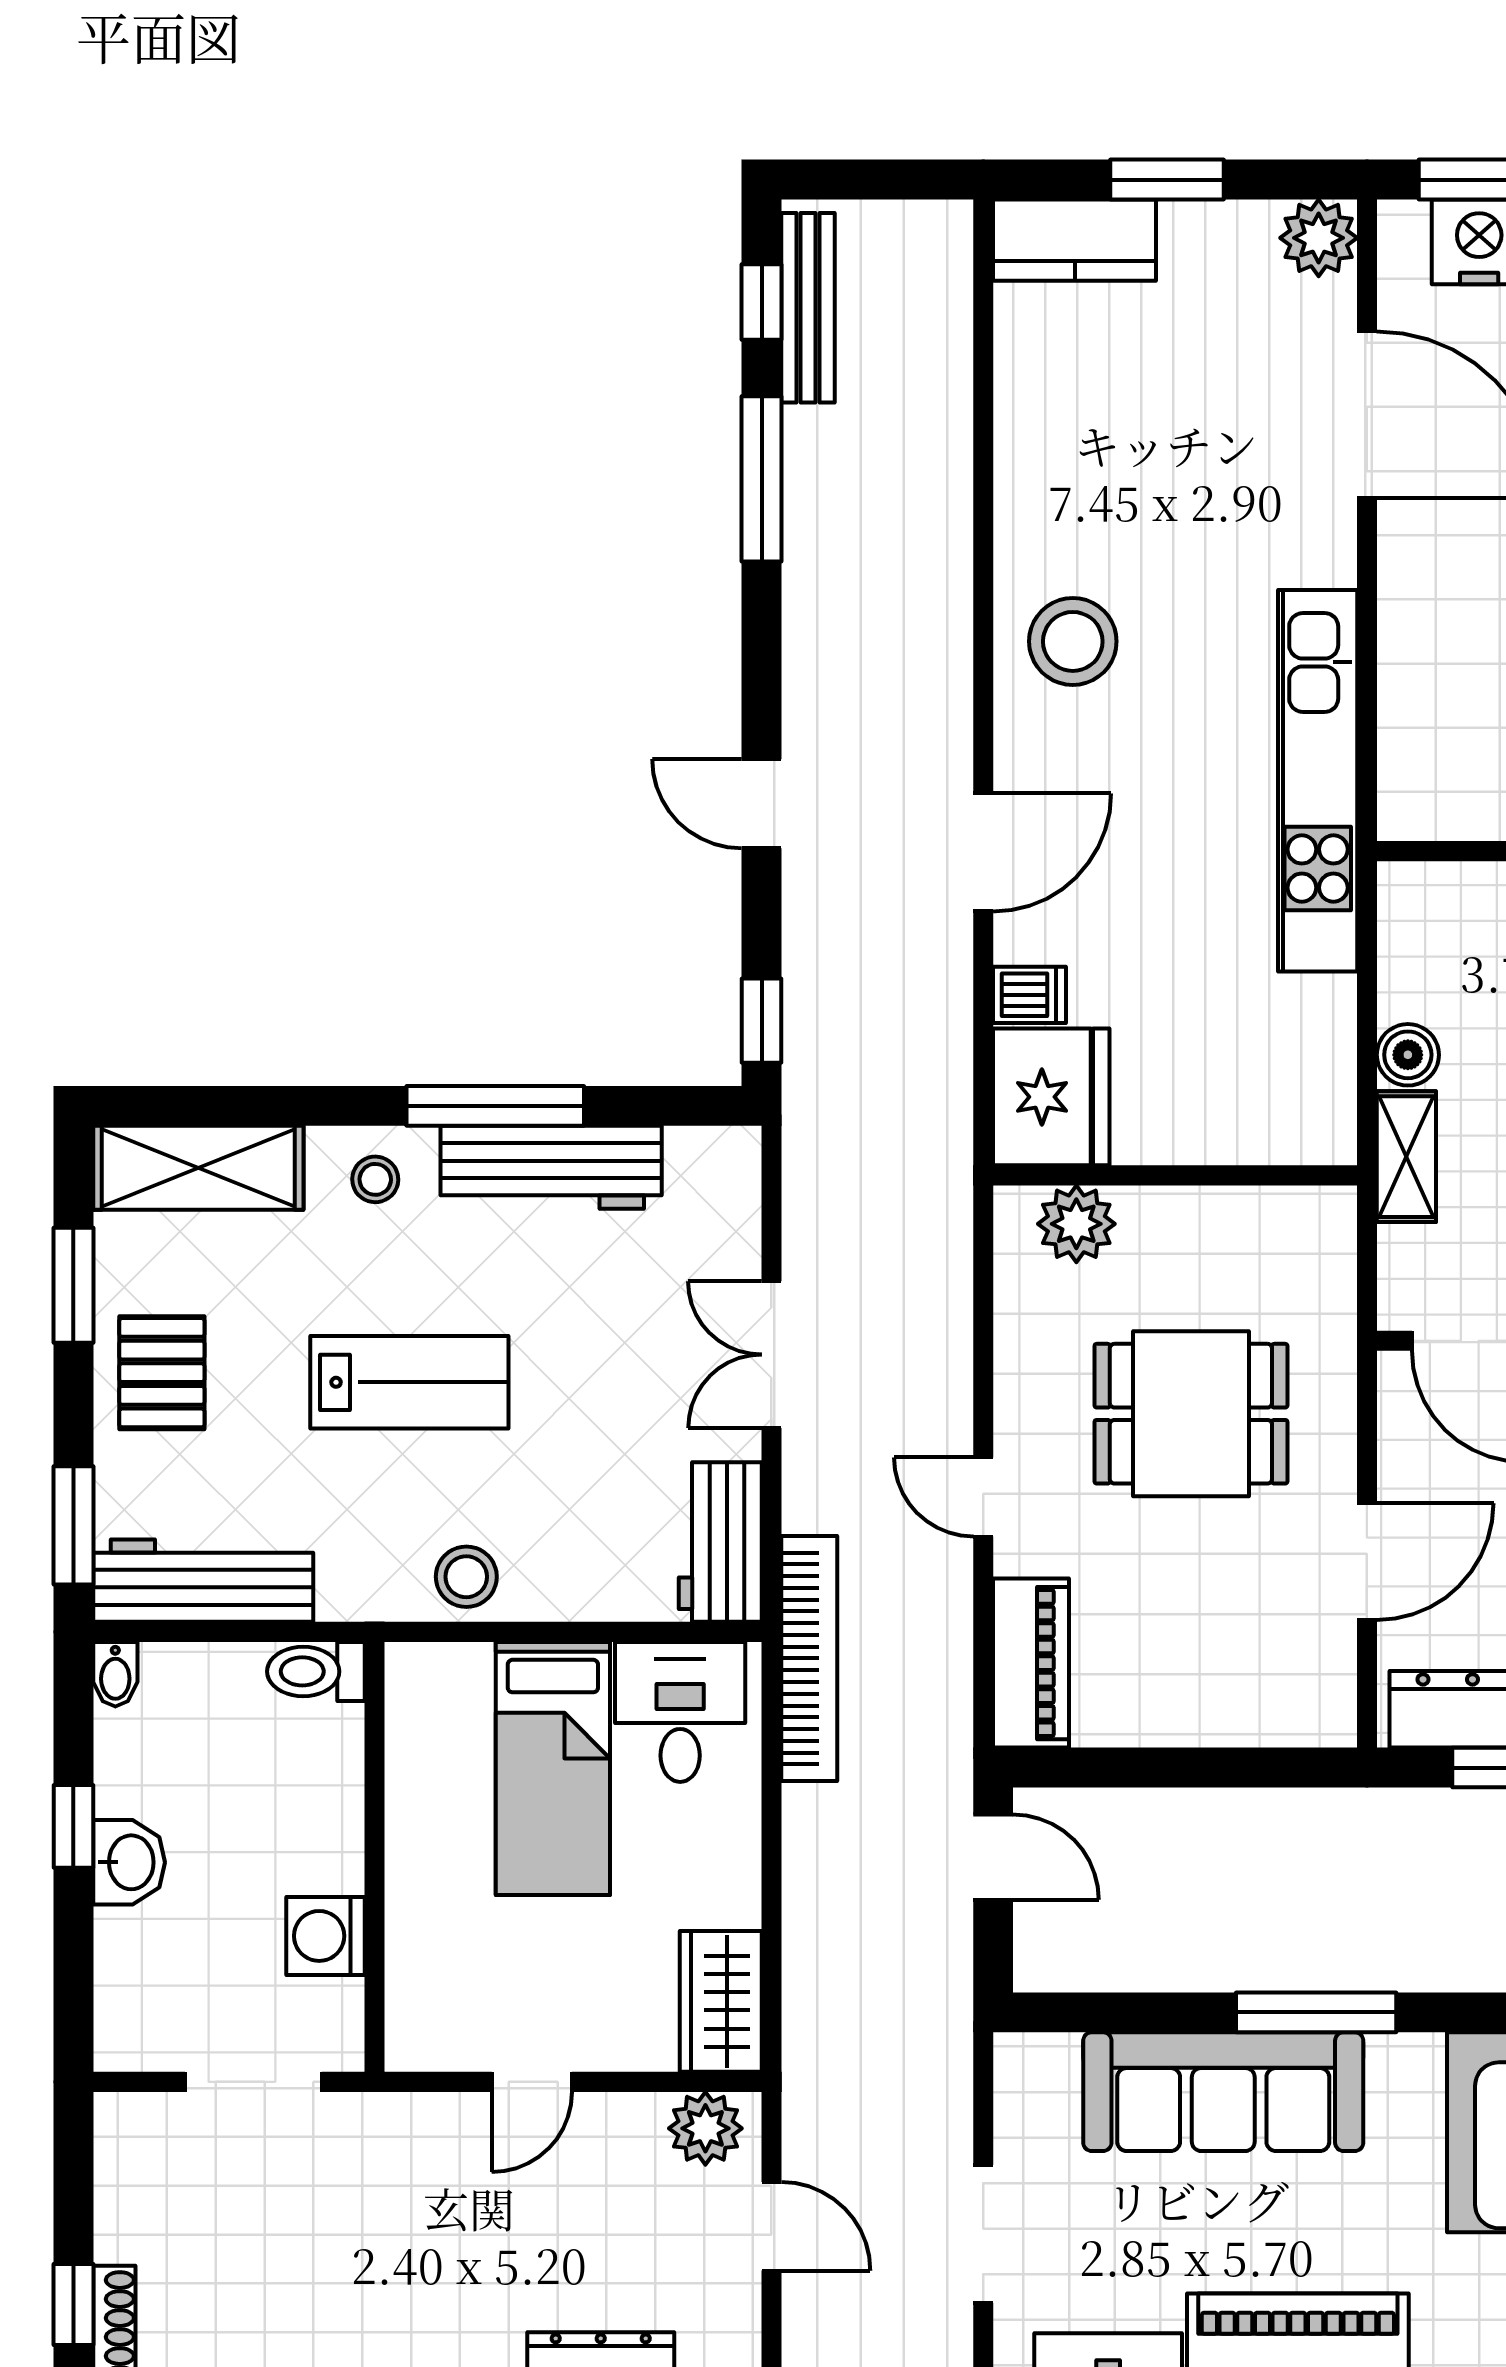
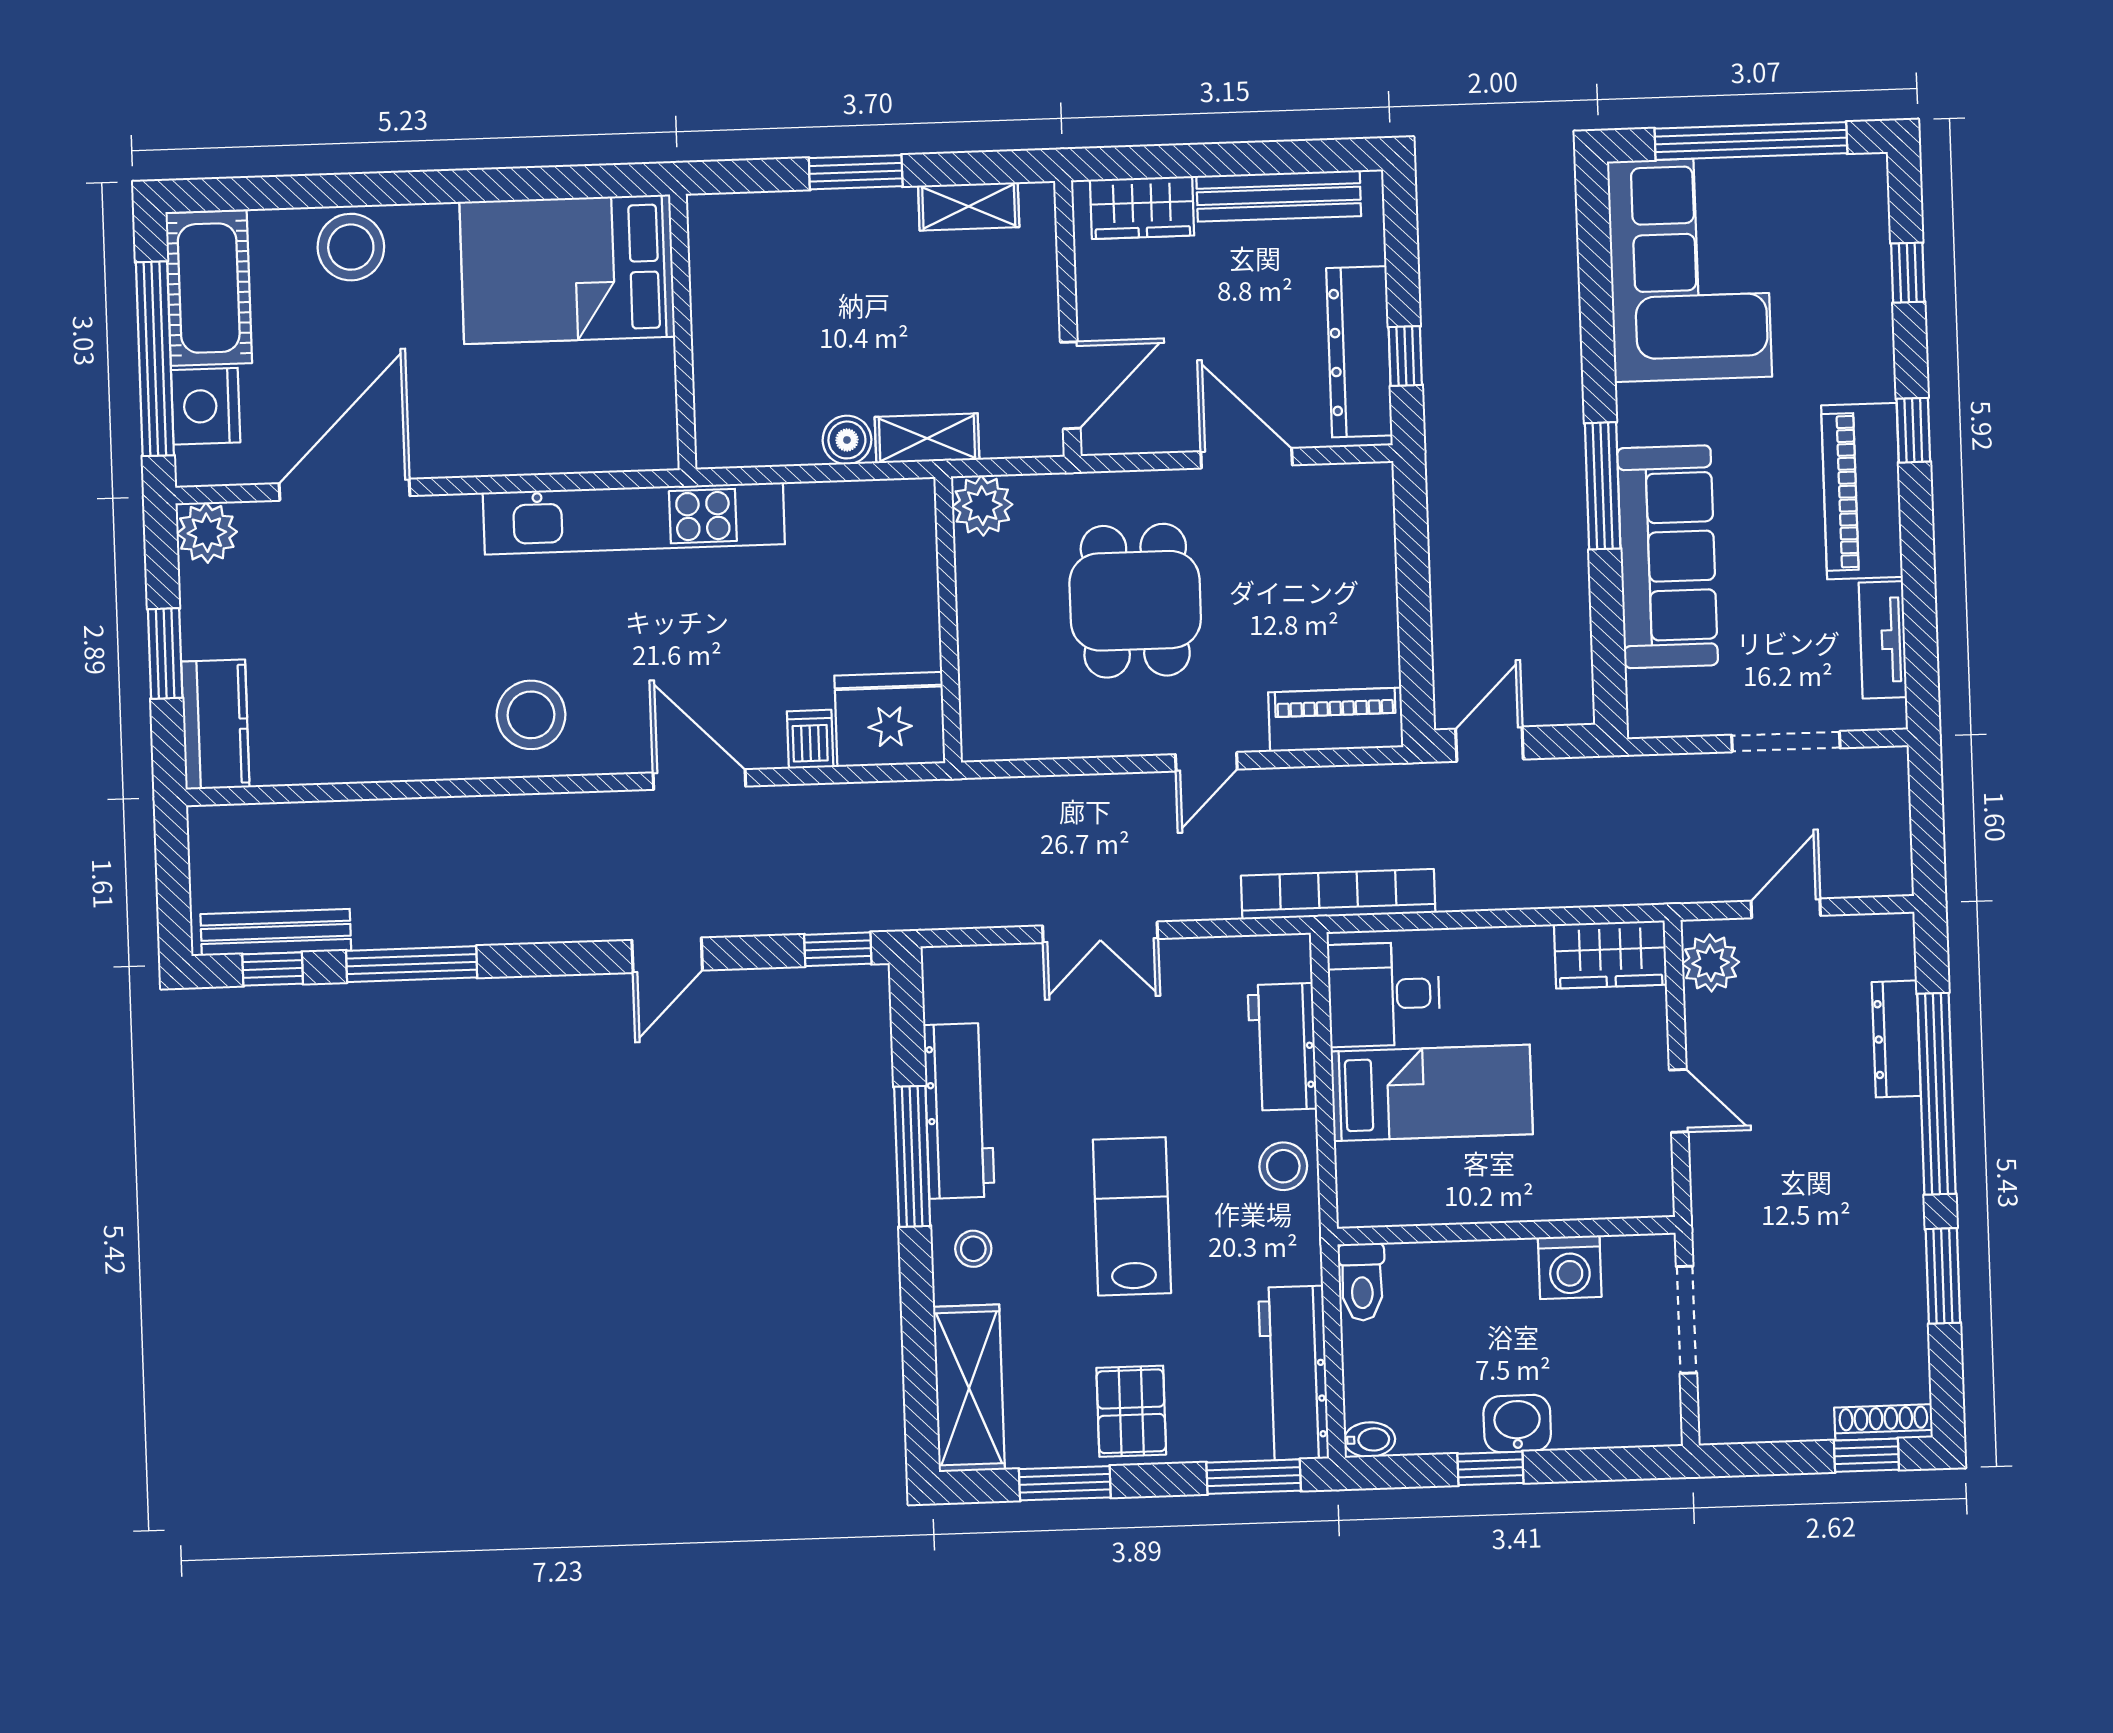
plant: (1076, 1224) -> (982, 506), moved
pallet: (162, 1373) -> (1131, 1411), turned 90
workbench: (720, 1542) -> (1282, 1047), moved, turned 90

